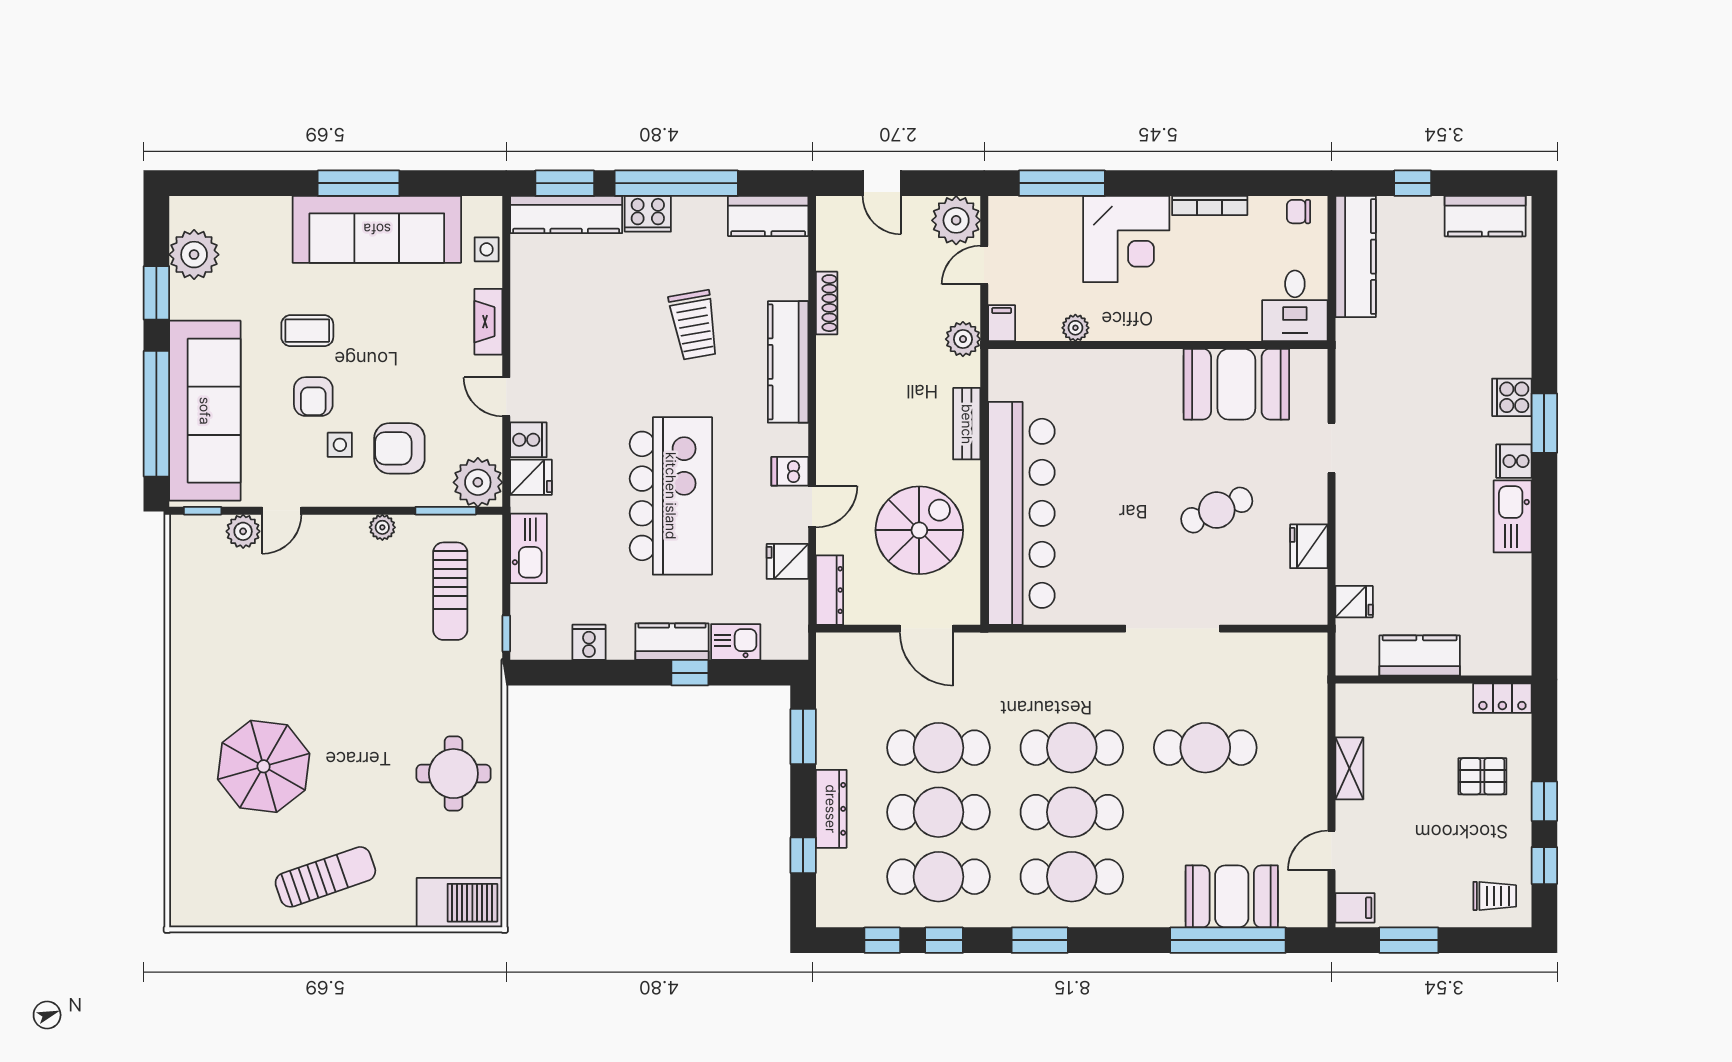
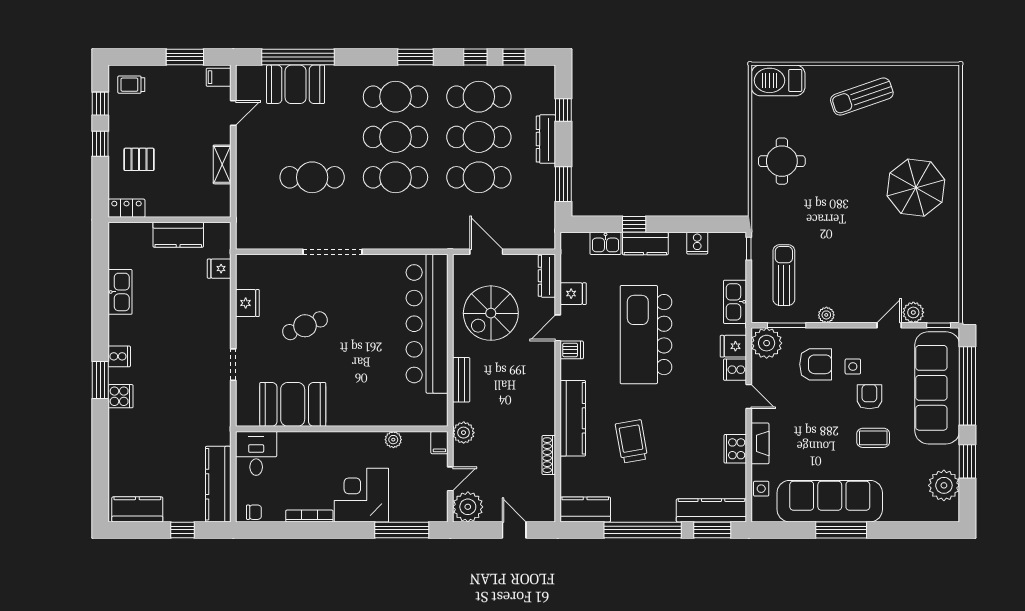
cooker: (648, 214) -> (735, 449), moved, turned -90
kitchen sink: (1513, 516) -> (120, 292), moved
parasol: (264, 766) -> (916, 188), moved

